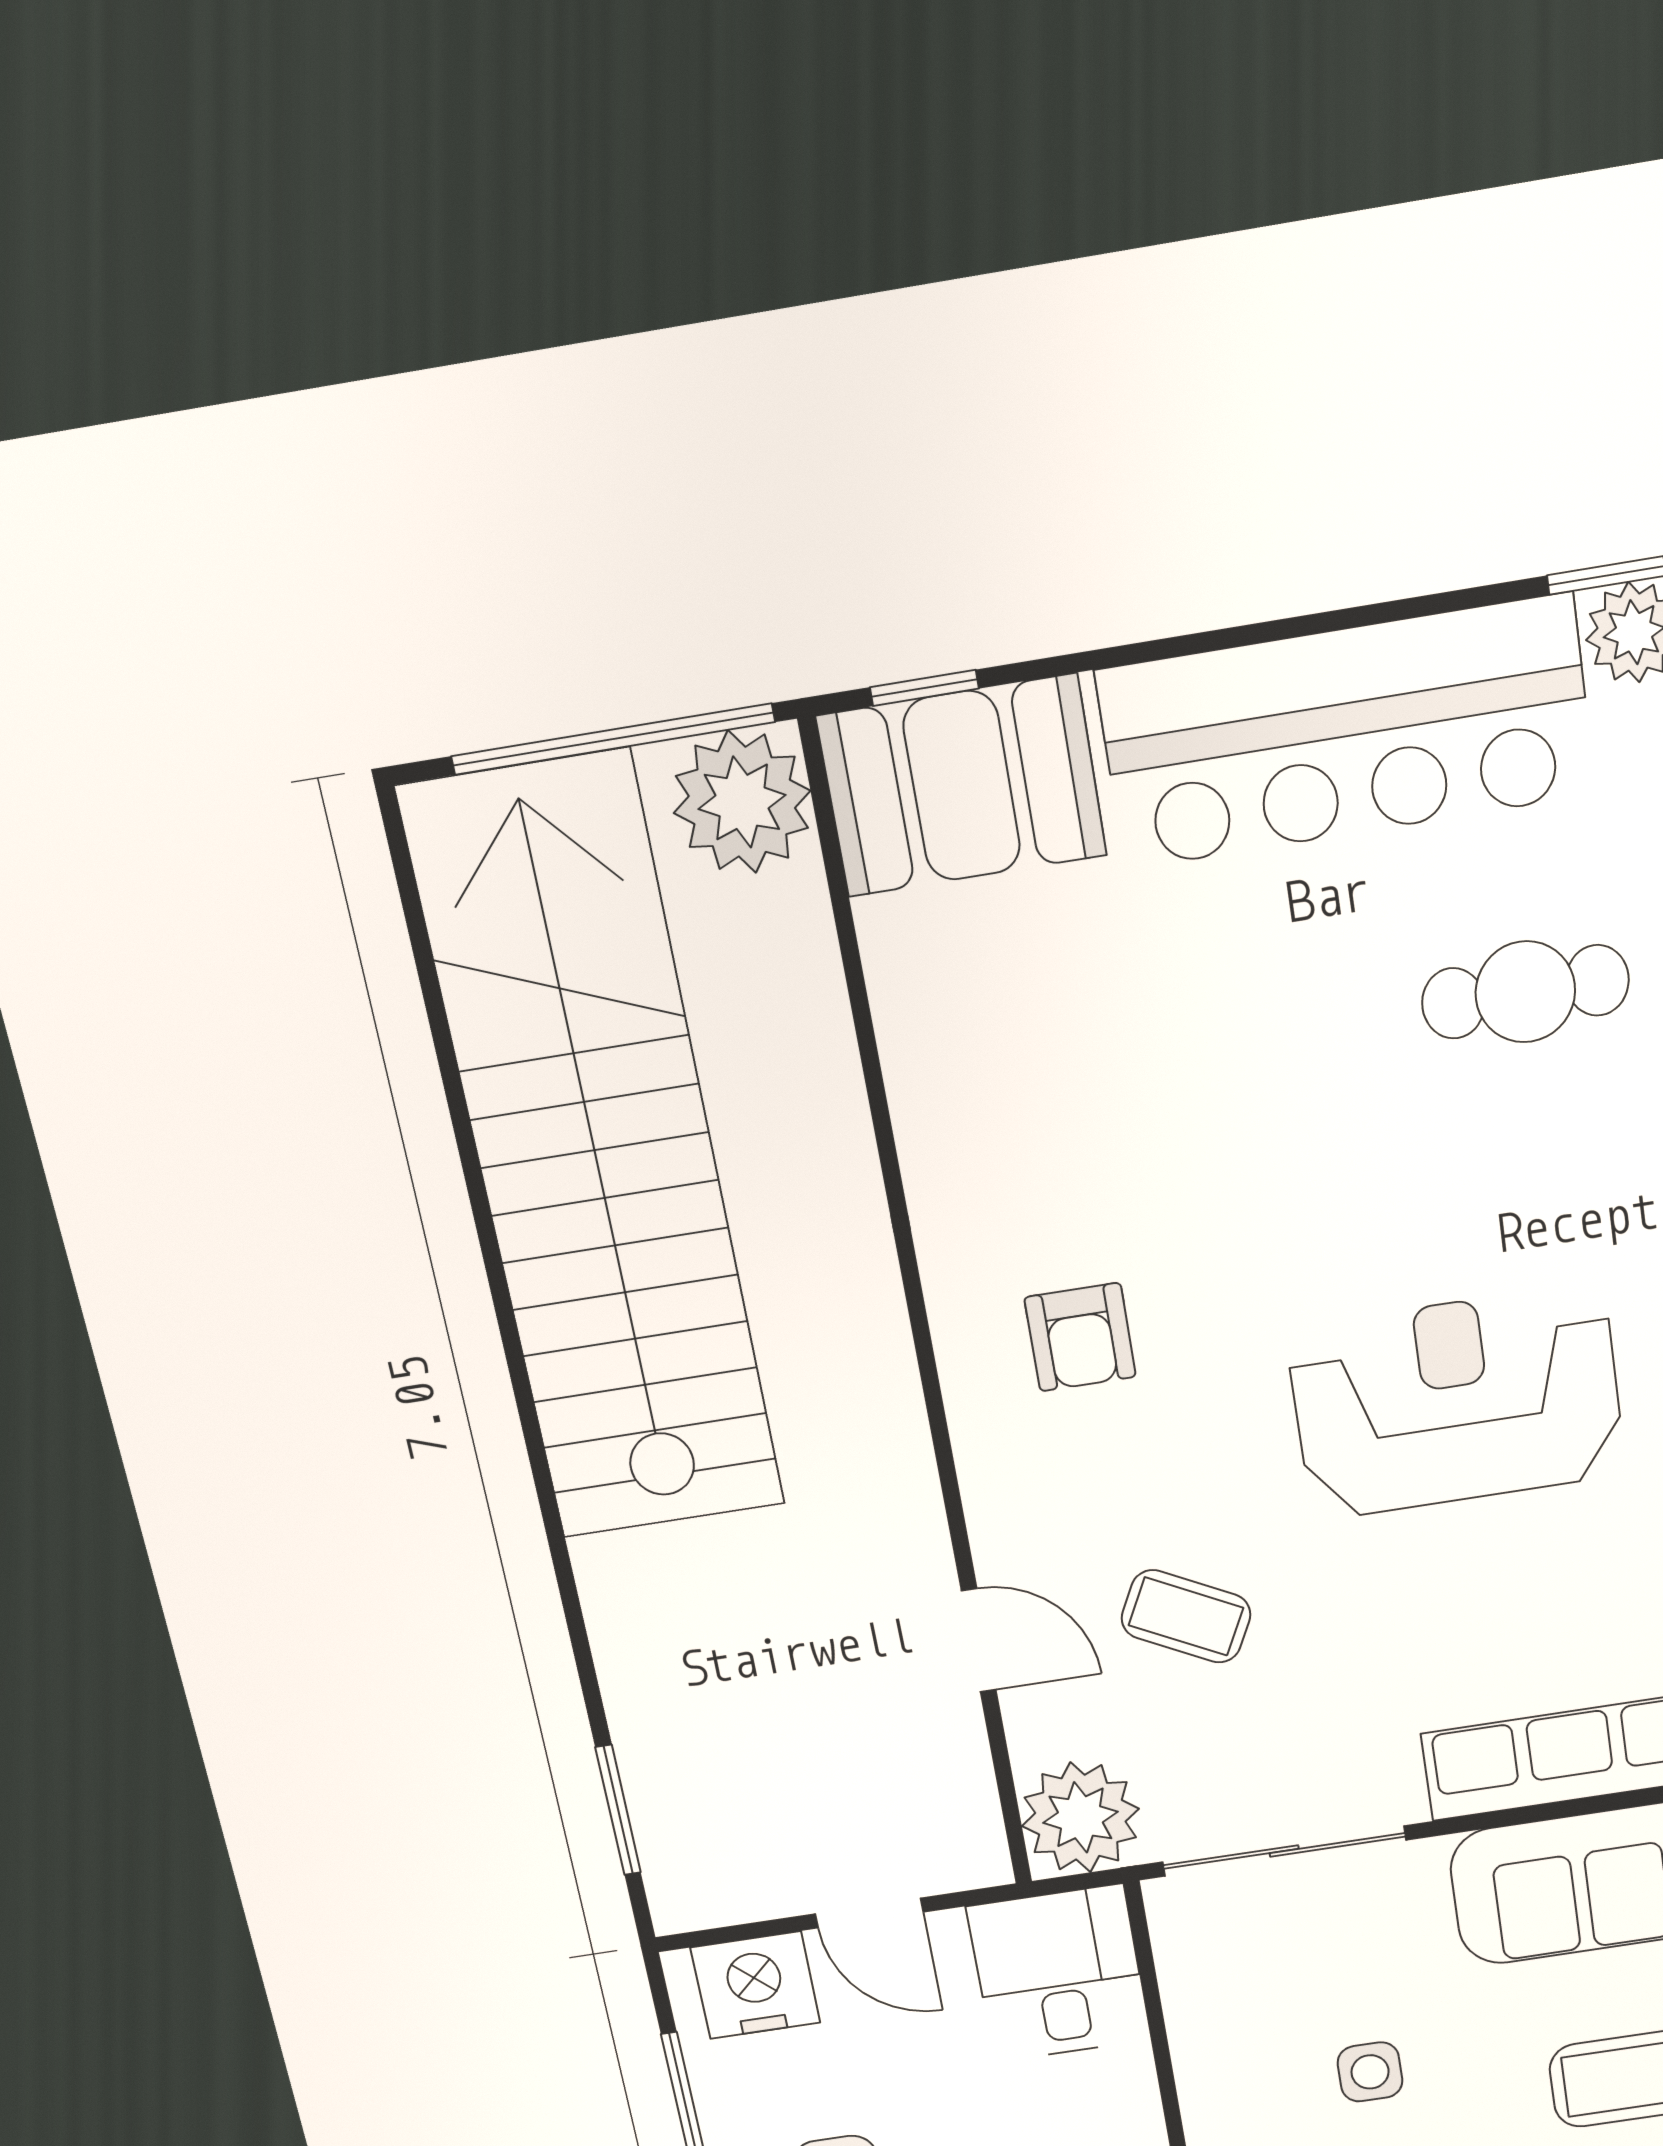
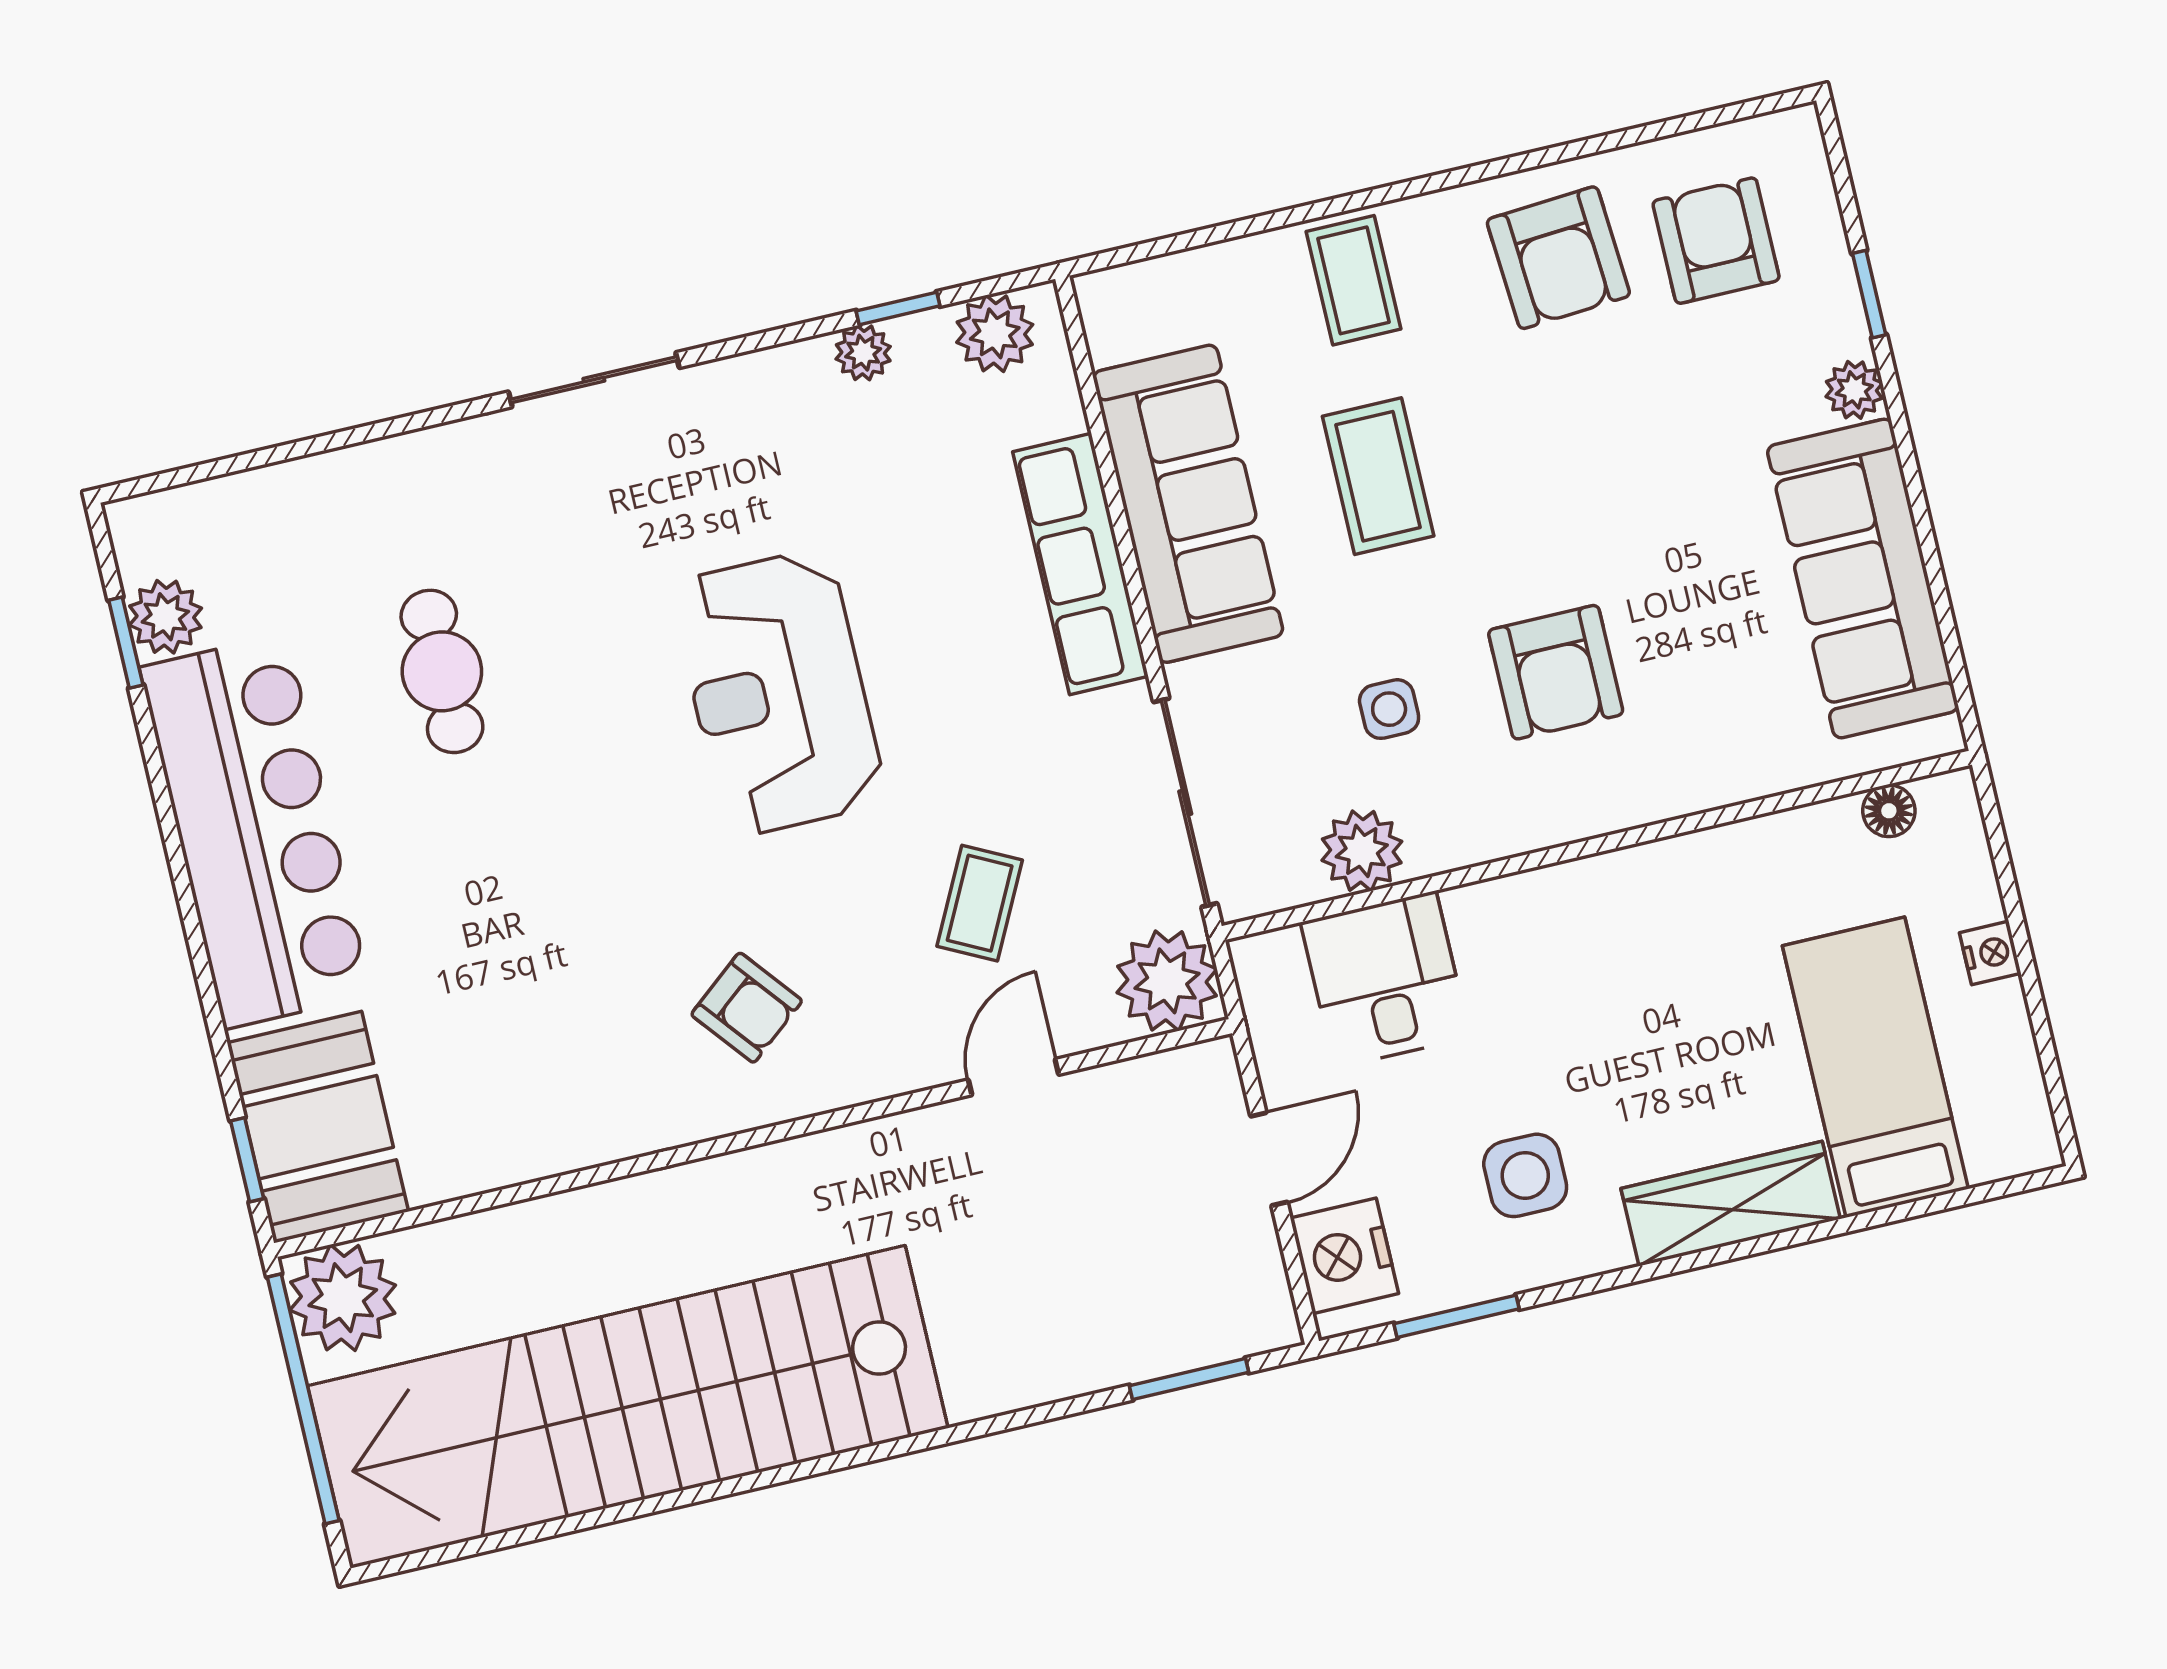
armchair: (1080, 1337) -> (747, 1008), turned 51
desk: (1059, 1973) -> (1385, 980), moved, turned 90
plant: (1213, 2033) -> (1362, 851), added

